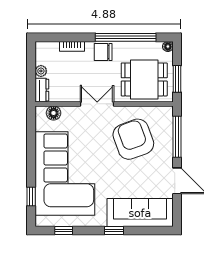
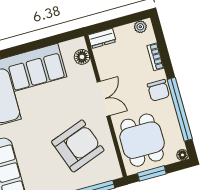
chair: (103, 52) -> (158, 90), turned 180
plant: (41, 71) -> (140, 27), moved

